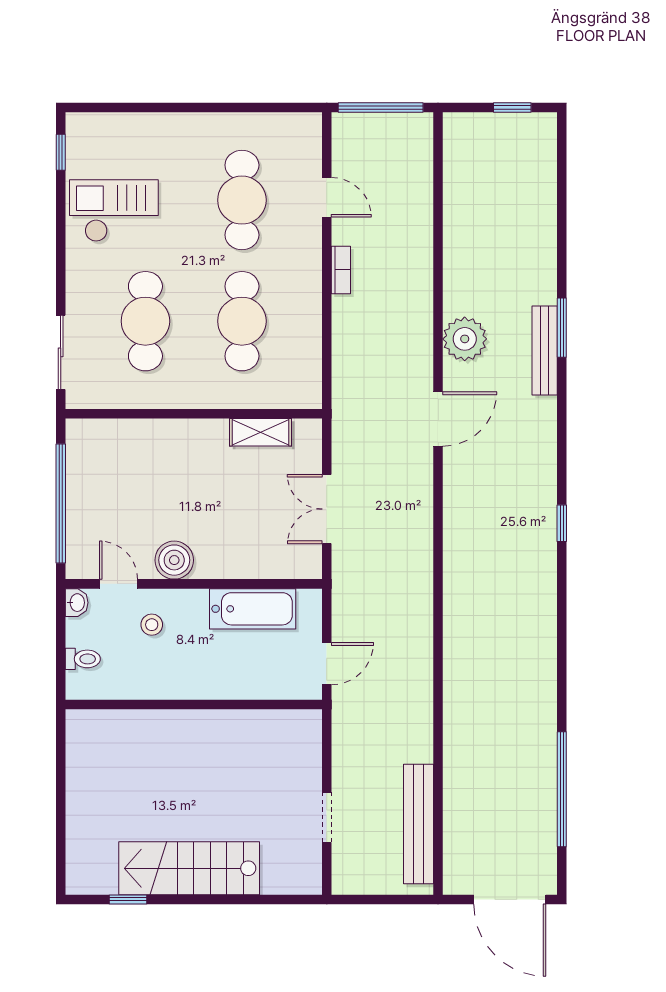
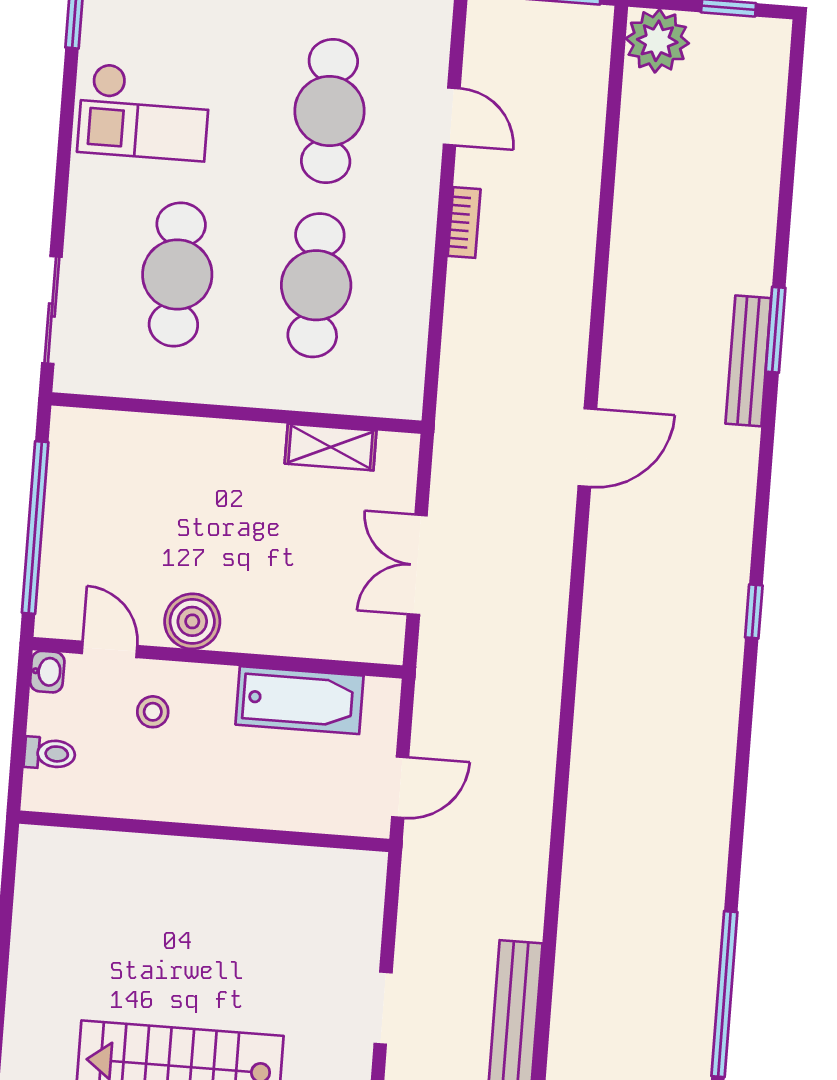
checkout: (114, 211) -> (144, 112), turned 180
plant: (465, 339) -> (657, 41), moved

